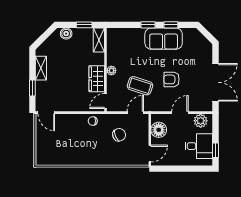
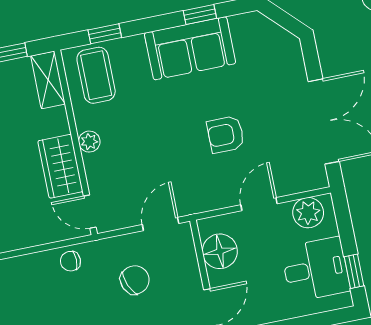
window: (148, 25) -> (105, 34), moved
coffee table: (140, 86) -> (96, 75), moved, turned 72
door: (106, 101) -> (90, 212), hinge flipped

